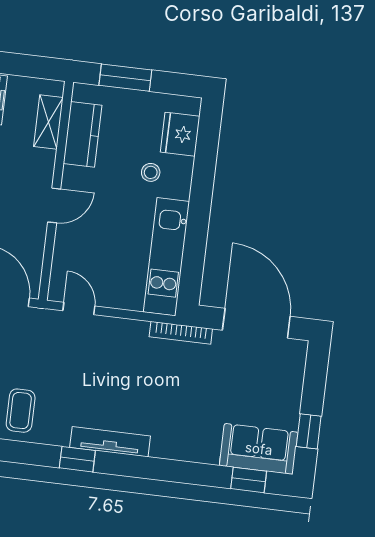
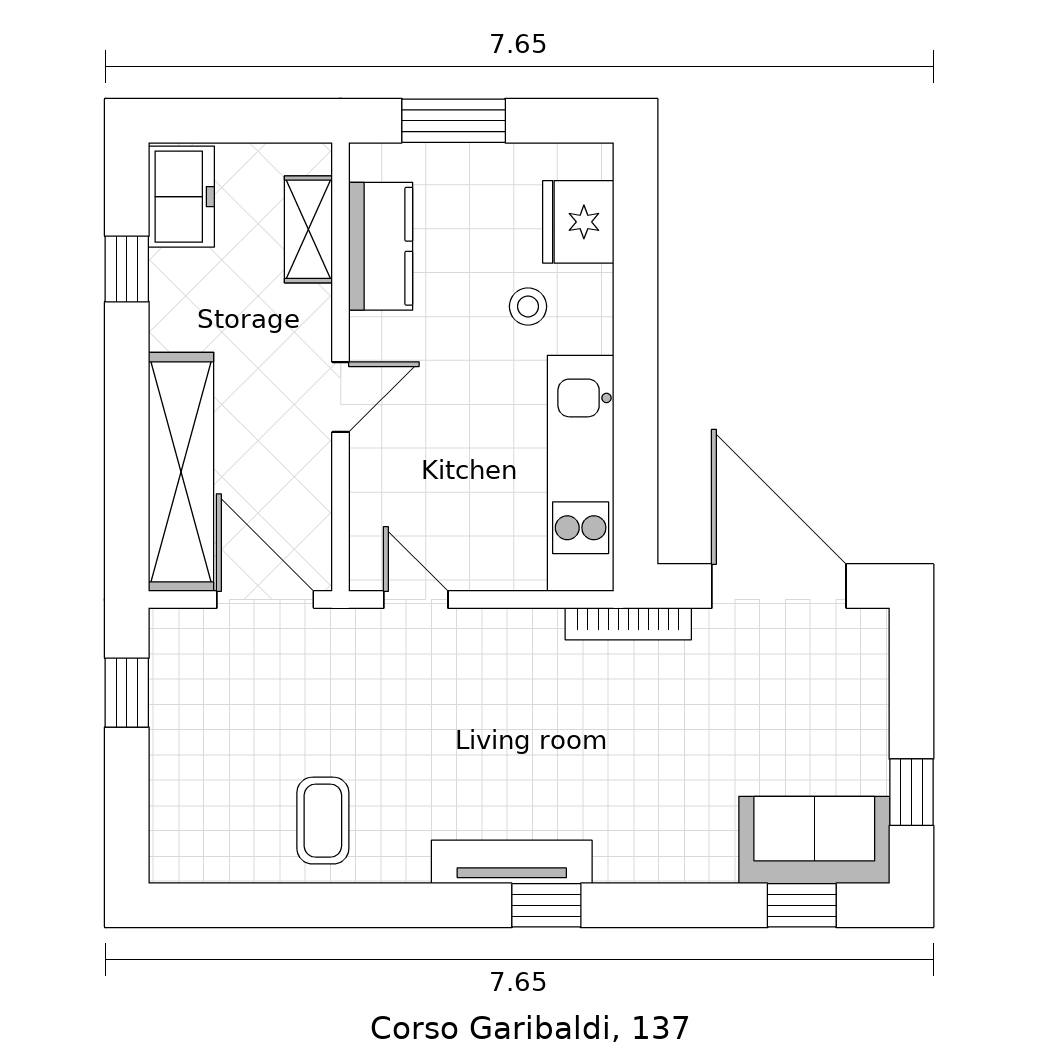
window: (77, 459) -> (546, 905), moved

